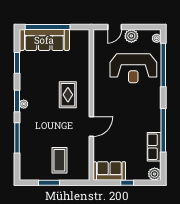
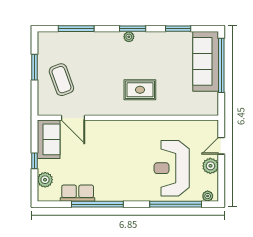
door: (115, 27) -> (221, 146), hinge flipped
door: (91, 127) -> (73, 118), moved
window: (17, 138) -> (76, 29), moved
coffee table: (59, 160) -> (61, 80), turned 70
plant: (155, 174) -> (45, 180), moved

